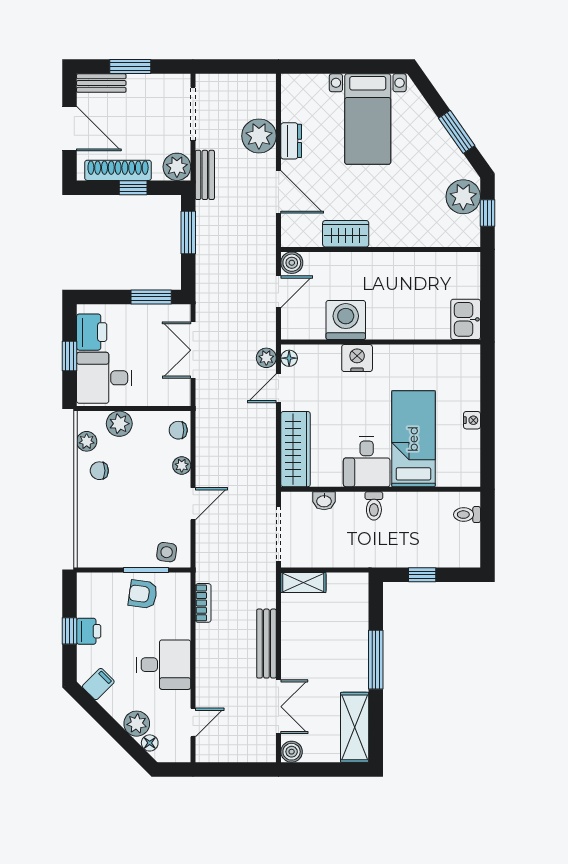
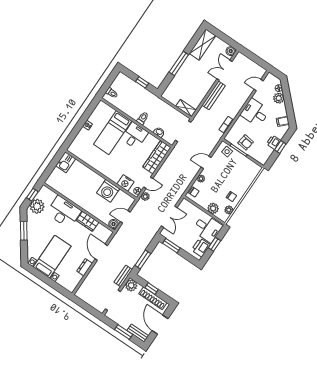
plant: (259, 136) -> (95, 277), removed
desk: (404, 221) -> (64, 212), added
nightstand: (357, 358) -> (125, 183), moved

